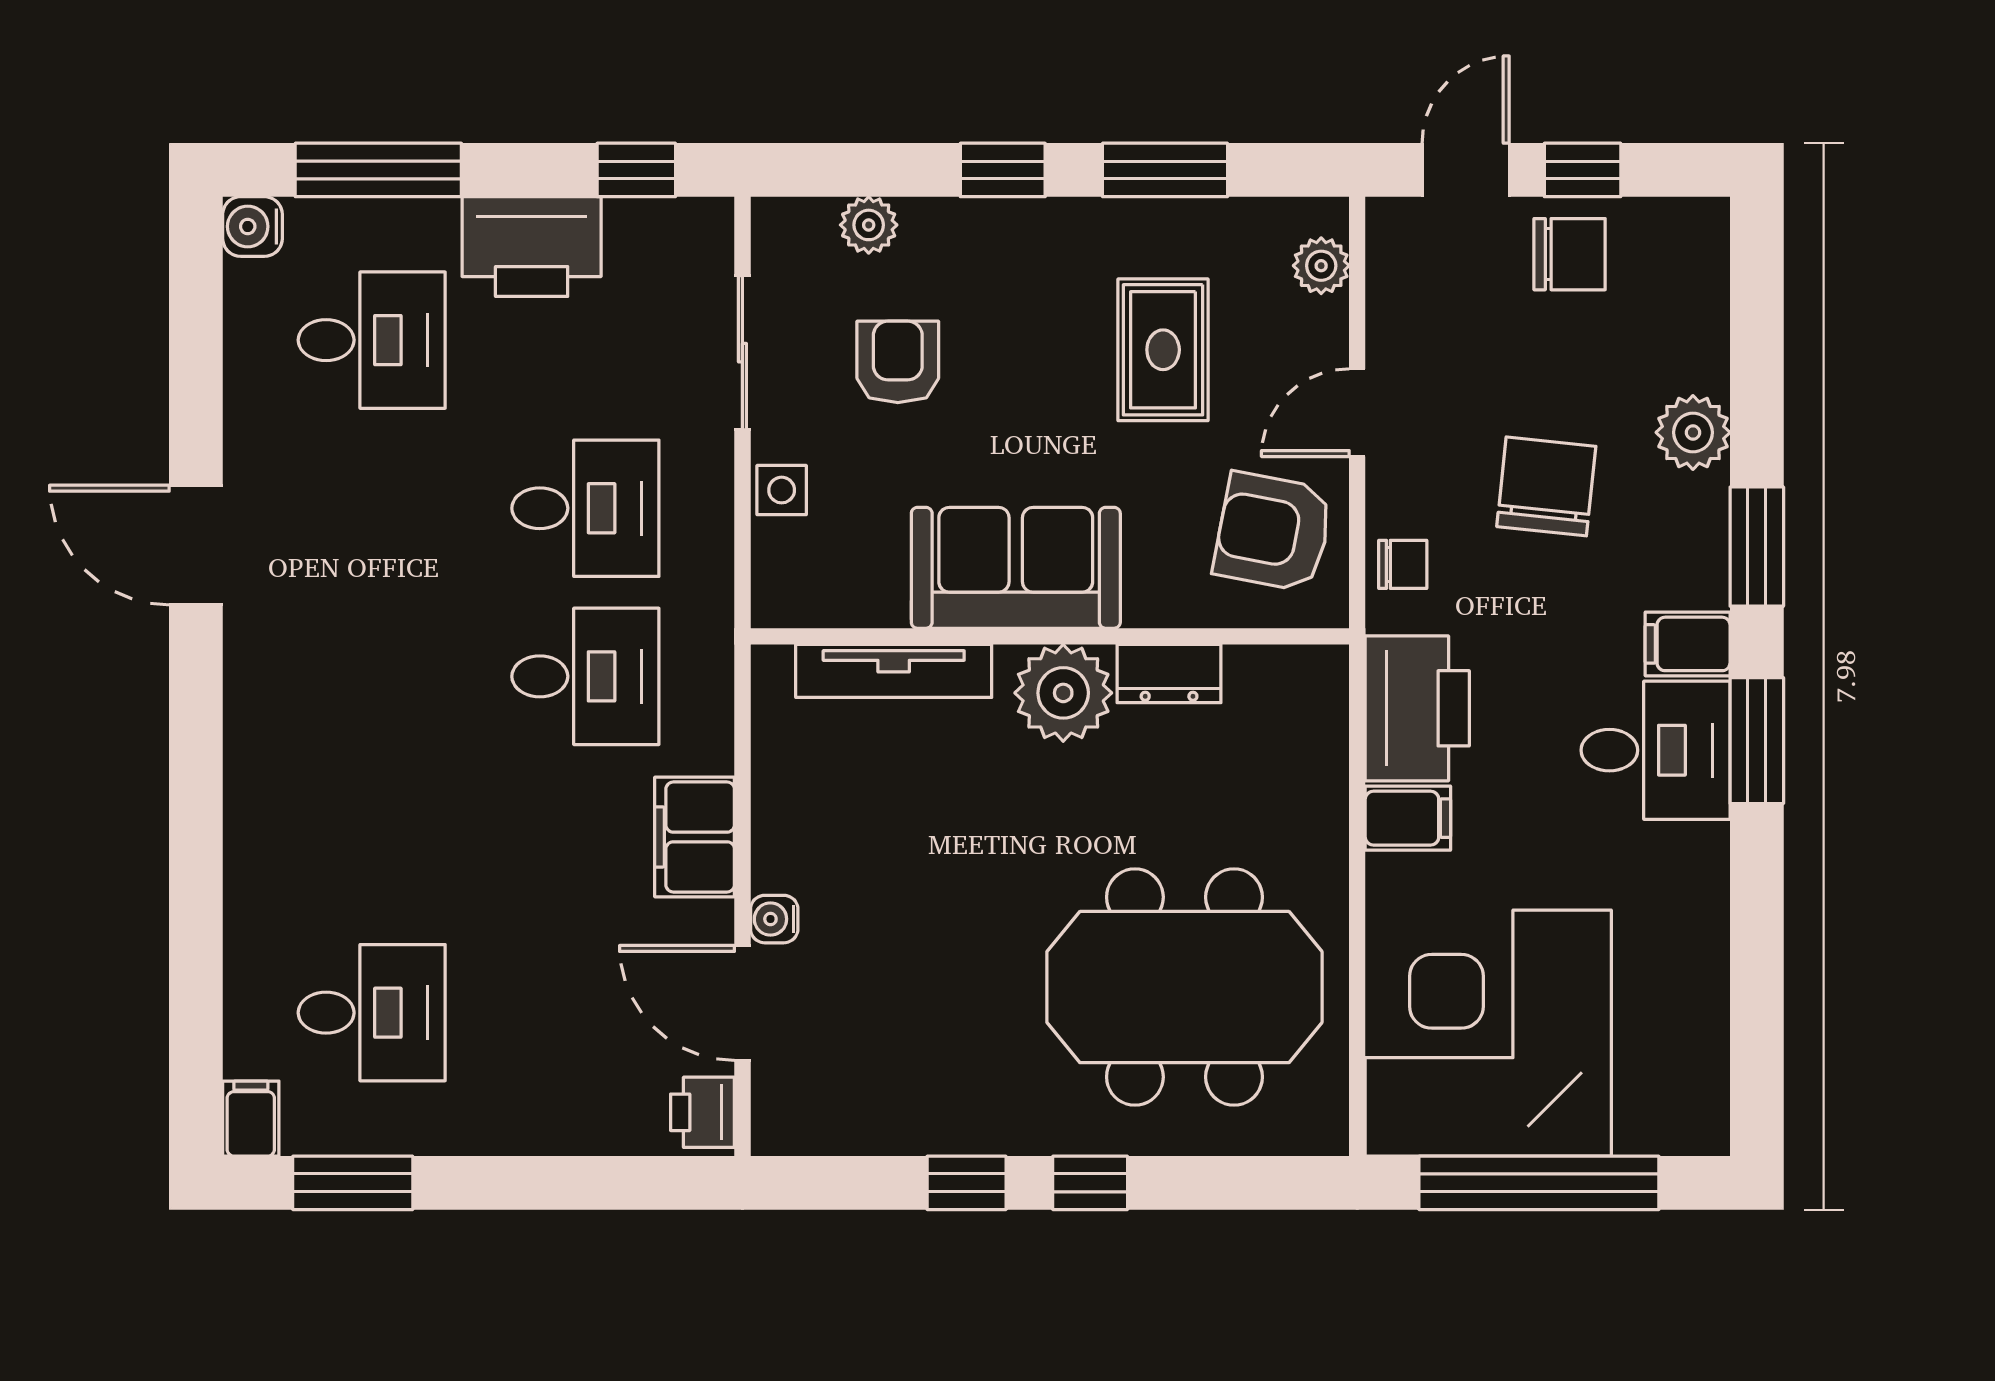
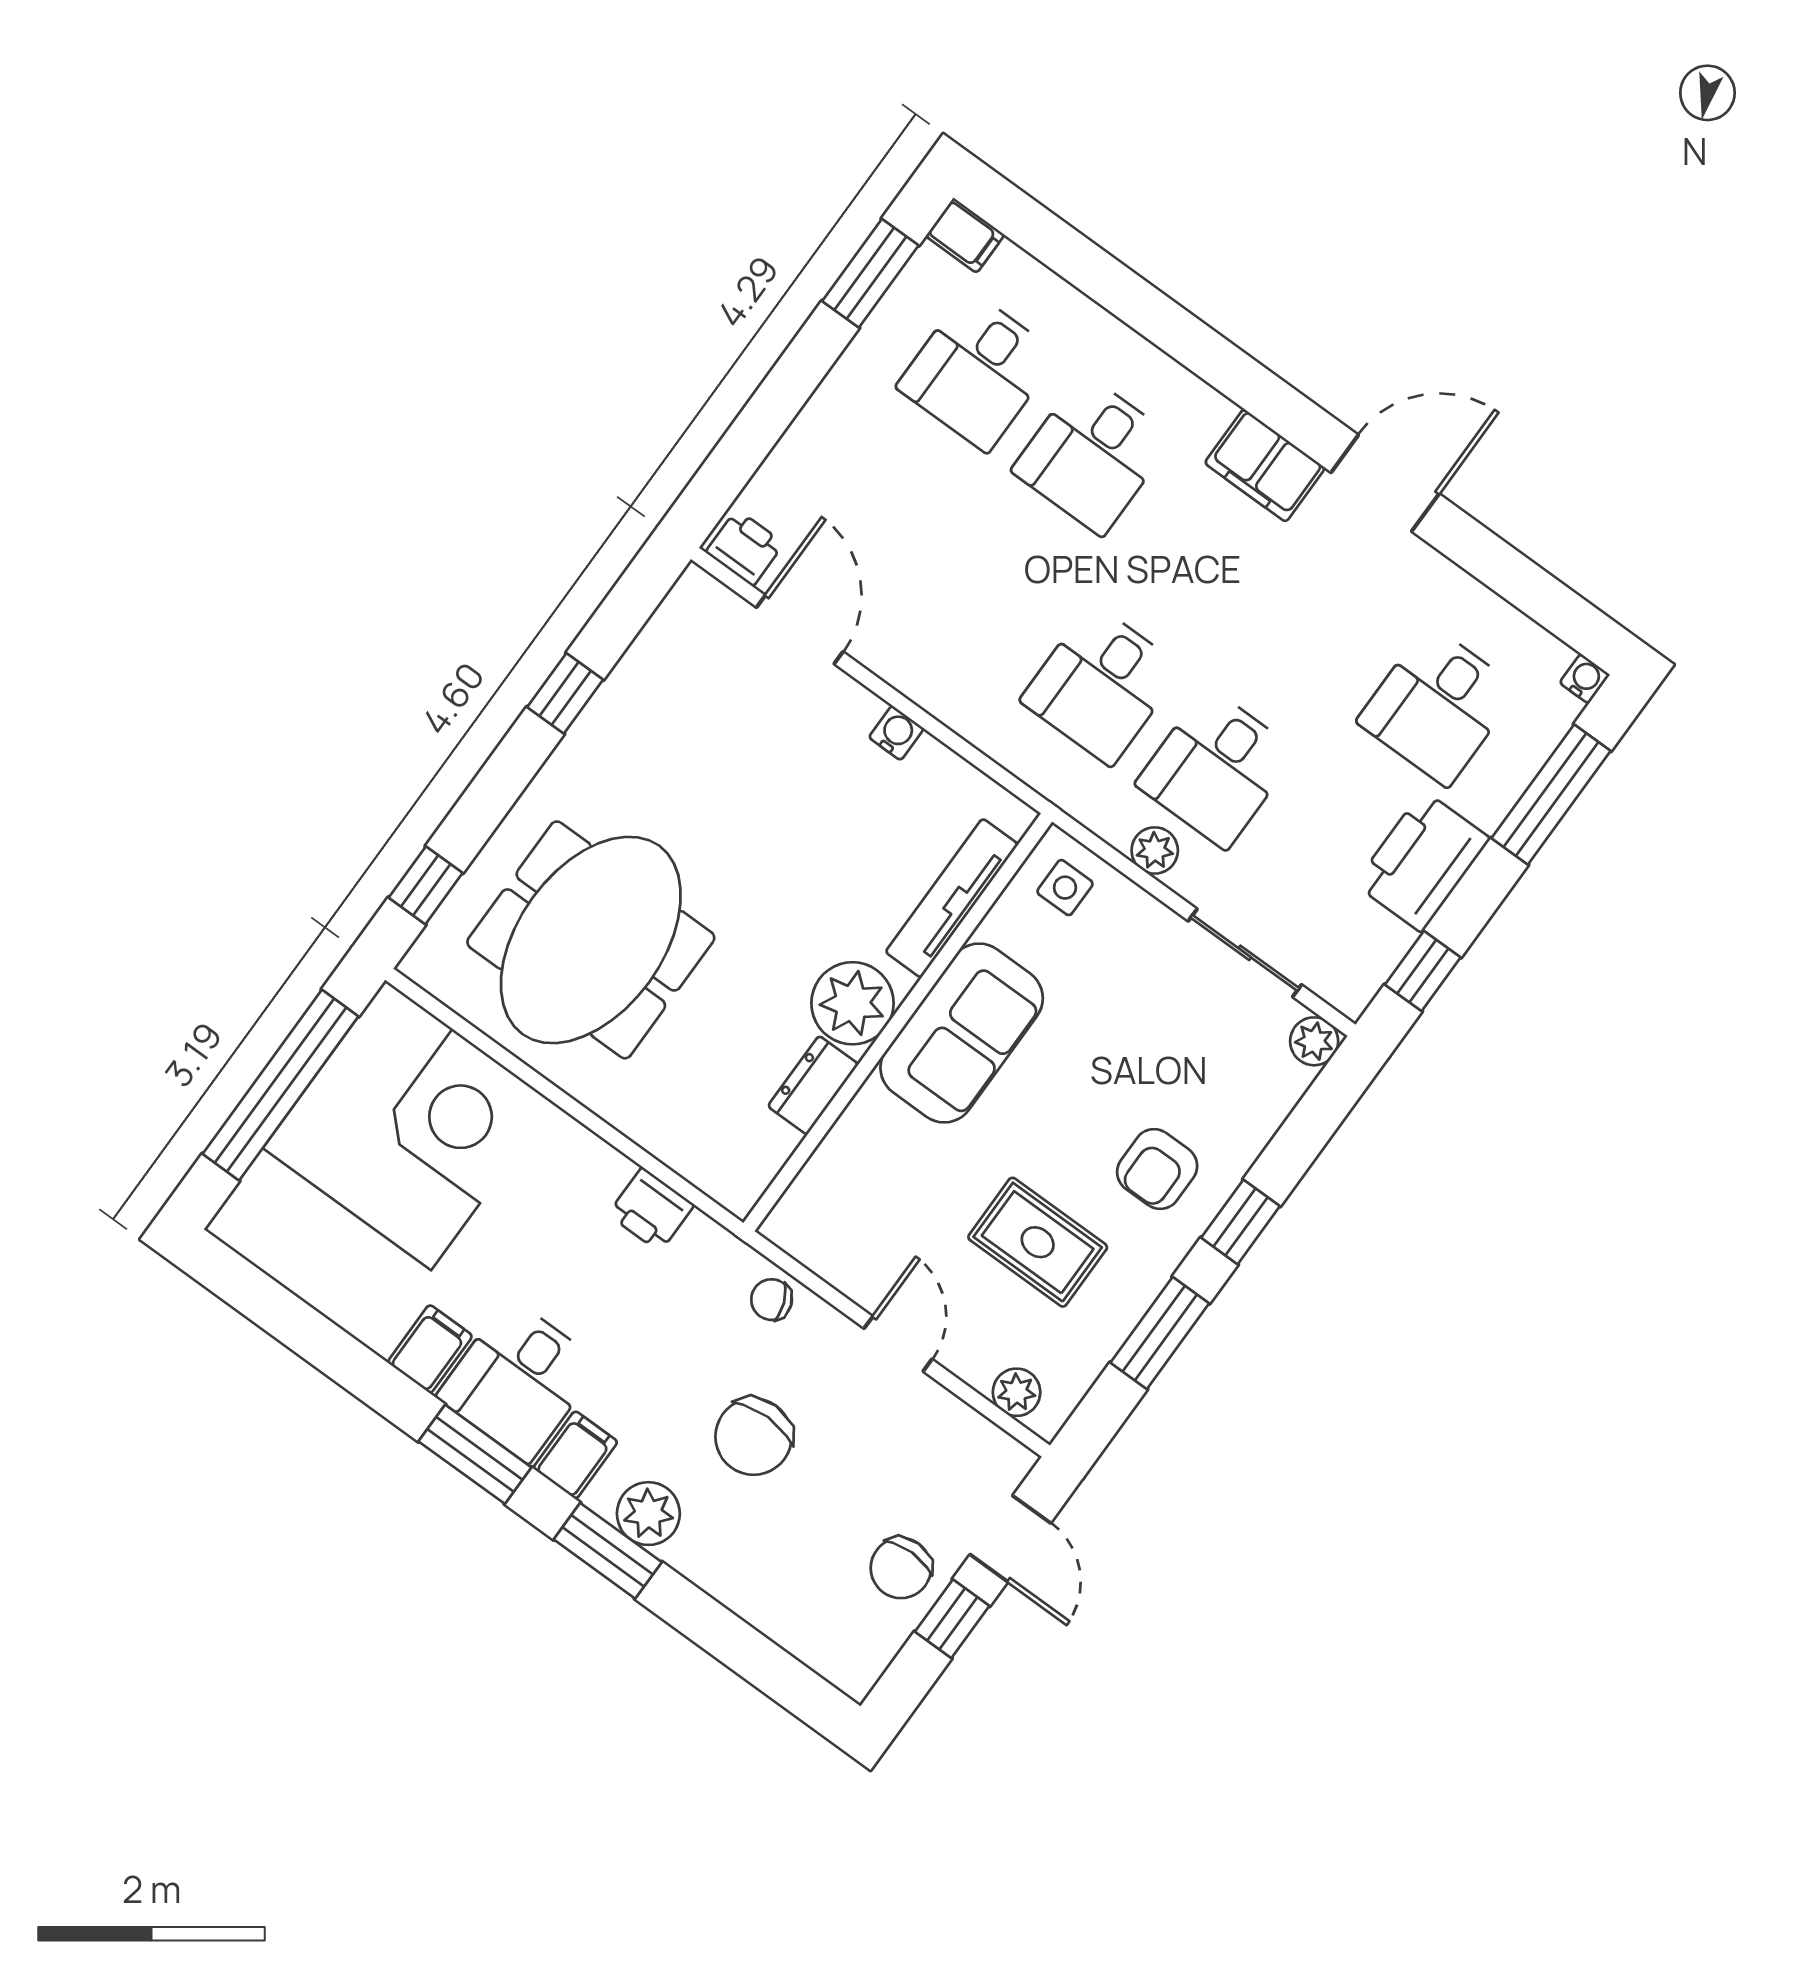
plant: (869, 225) -> (1314, 1041), moved
water cooler: (252, 226) -> (1585, 679), width x0.72, depth x0.72
armchair: (898, 362) -> (1157, 1169), moved, turned 90
plant: (1693, 432) -> (648, 1514), moved
chair: (1546, 486) -> (754, 1437), turned 84
side table: (782, 490) -> (1065, 888), moved
plant: (707, 510) -> (1155, 850), added
armchair: (1273, 532) -> (858, 1227), removed
chair: (1403, 564) -> (772, 1300), turned 69
printer: (1417, 708) -> (651, 1210), width x0.53, depth x0.68
filing cabinet: (1408, 818) -> (430, 1349), moved, turned 180
filing cabinet: (695, 837) -> (1265, 465), moved, turned 180
desk: (372, 845) -> (1093, 454), added
water cooler: (774, 919) -> (896, 733), moved
door: (742, 1003) -> (800, 630), hinge flipped
window: (1090, 1183) -> (426, 885), moved

